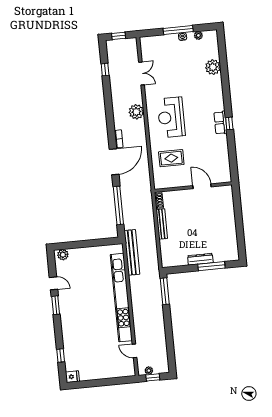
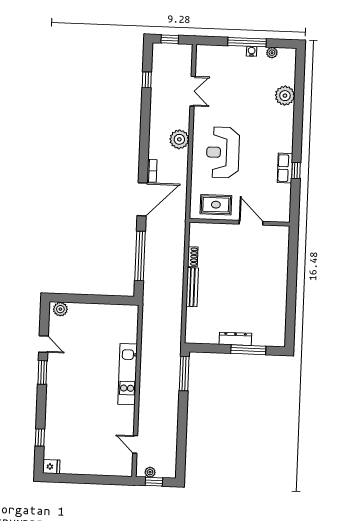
door: (202, 186) -> (251, 223), moved
wall: (193, 187) -> (240, 222), moved
bench: (132, 252) -> (149, 318), removed
kitchen unit: (121, 298) -> (128, 374), width x0.54

